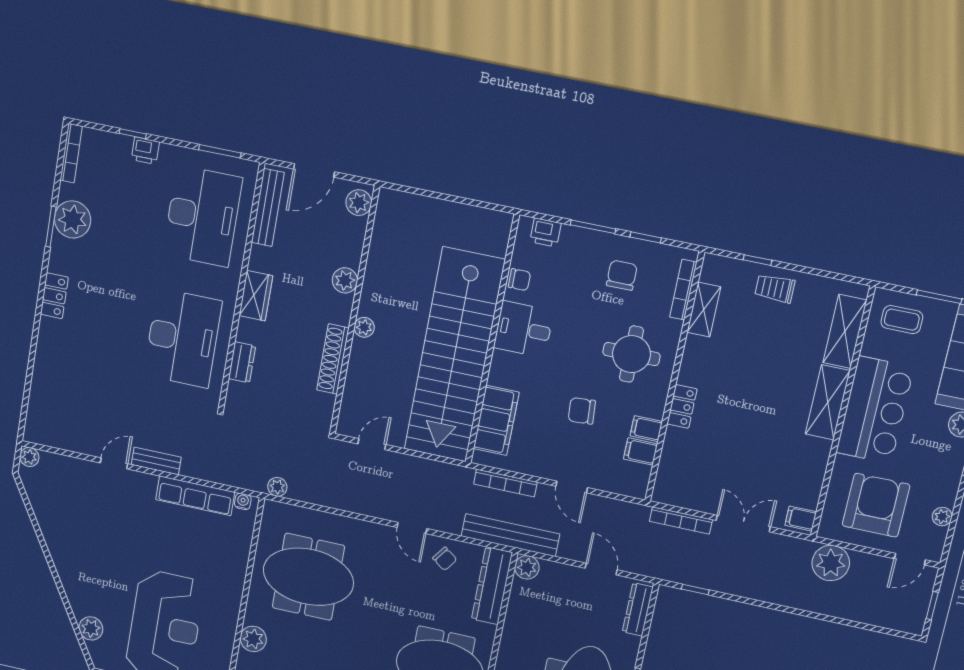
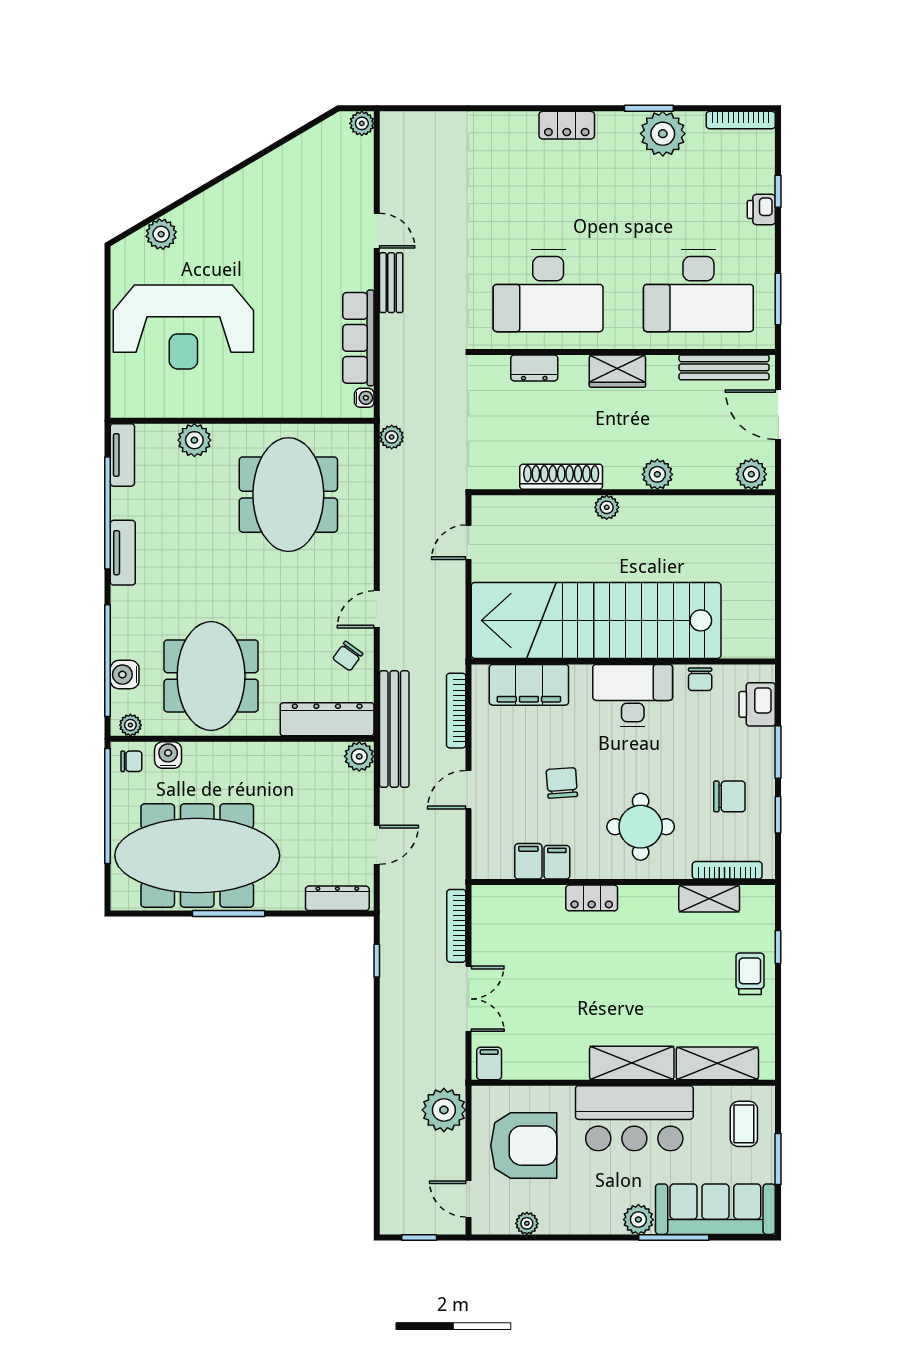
printer: (545, 232) -> (757, 704), width x1.36, depth x1.24
desk: (523, 329) -> (633, 696), width x1.37
door: (372, 444) -> (469, 542), swing flipped

